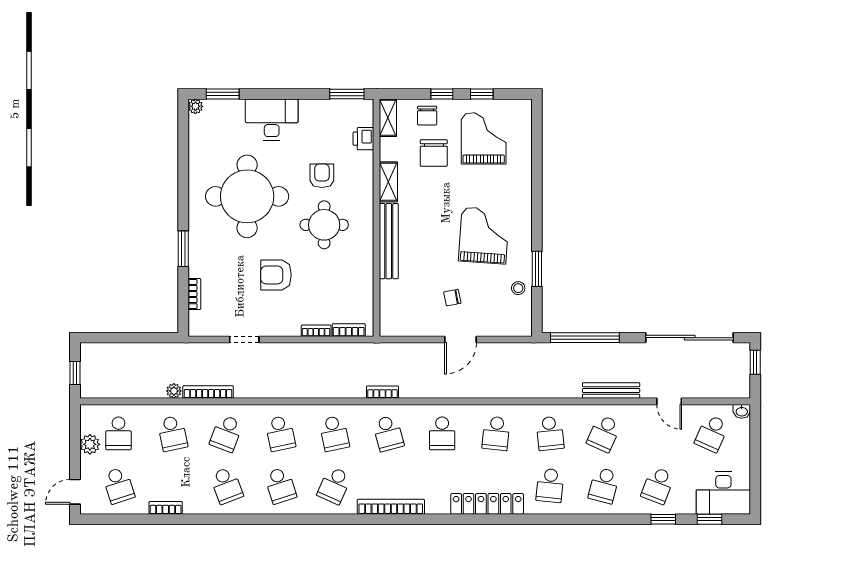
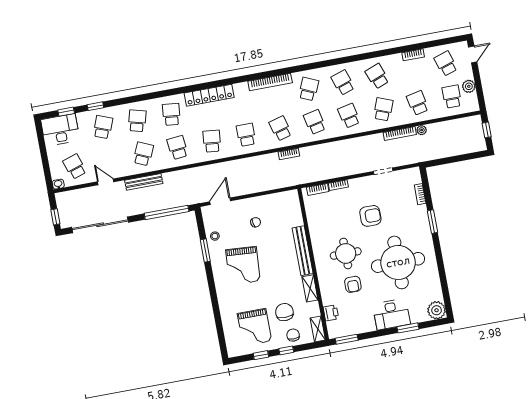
window: (223, 94) -> (408, 328), moved
plant: (195, 106) -> (437, 310), width x1.88, depth x1.88
door: (461, 340) -> (220, 201), moved
school desk: (712, 433) -> (75, 167), turned -42

